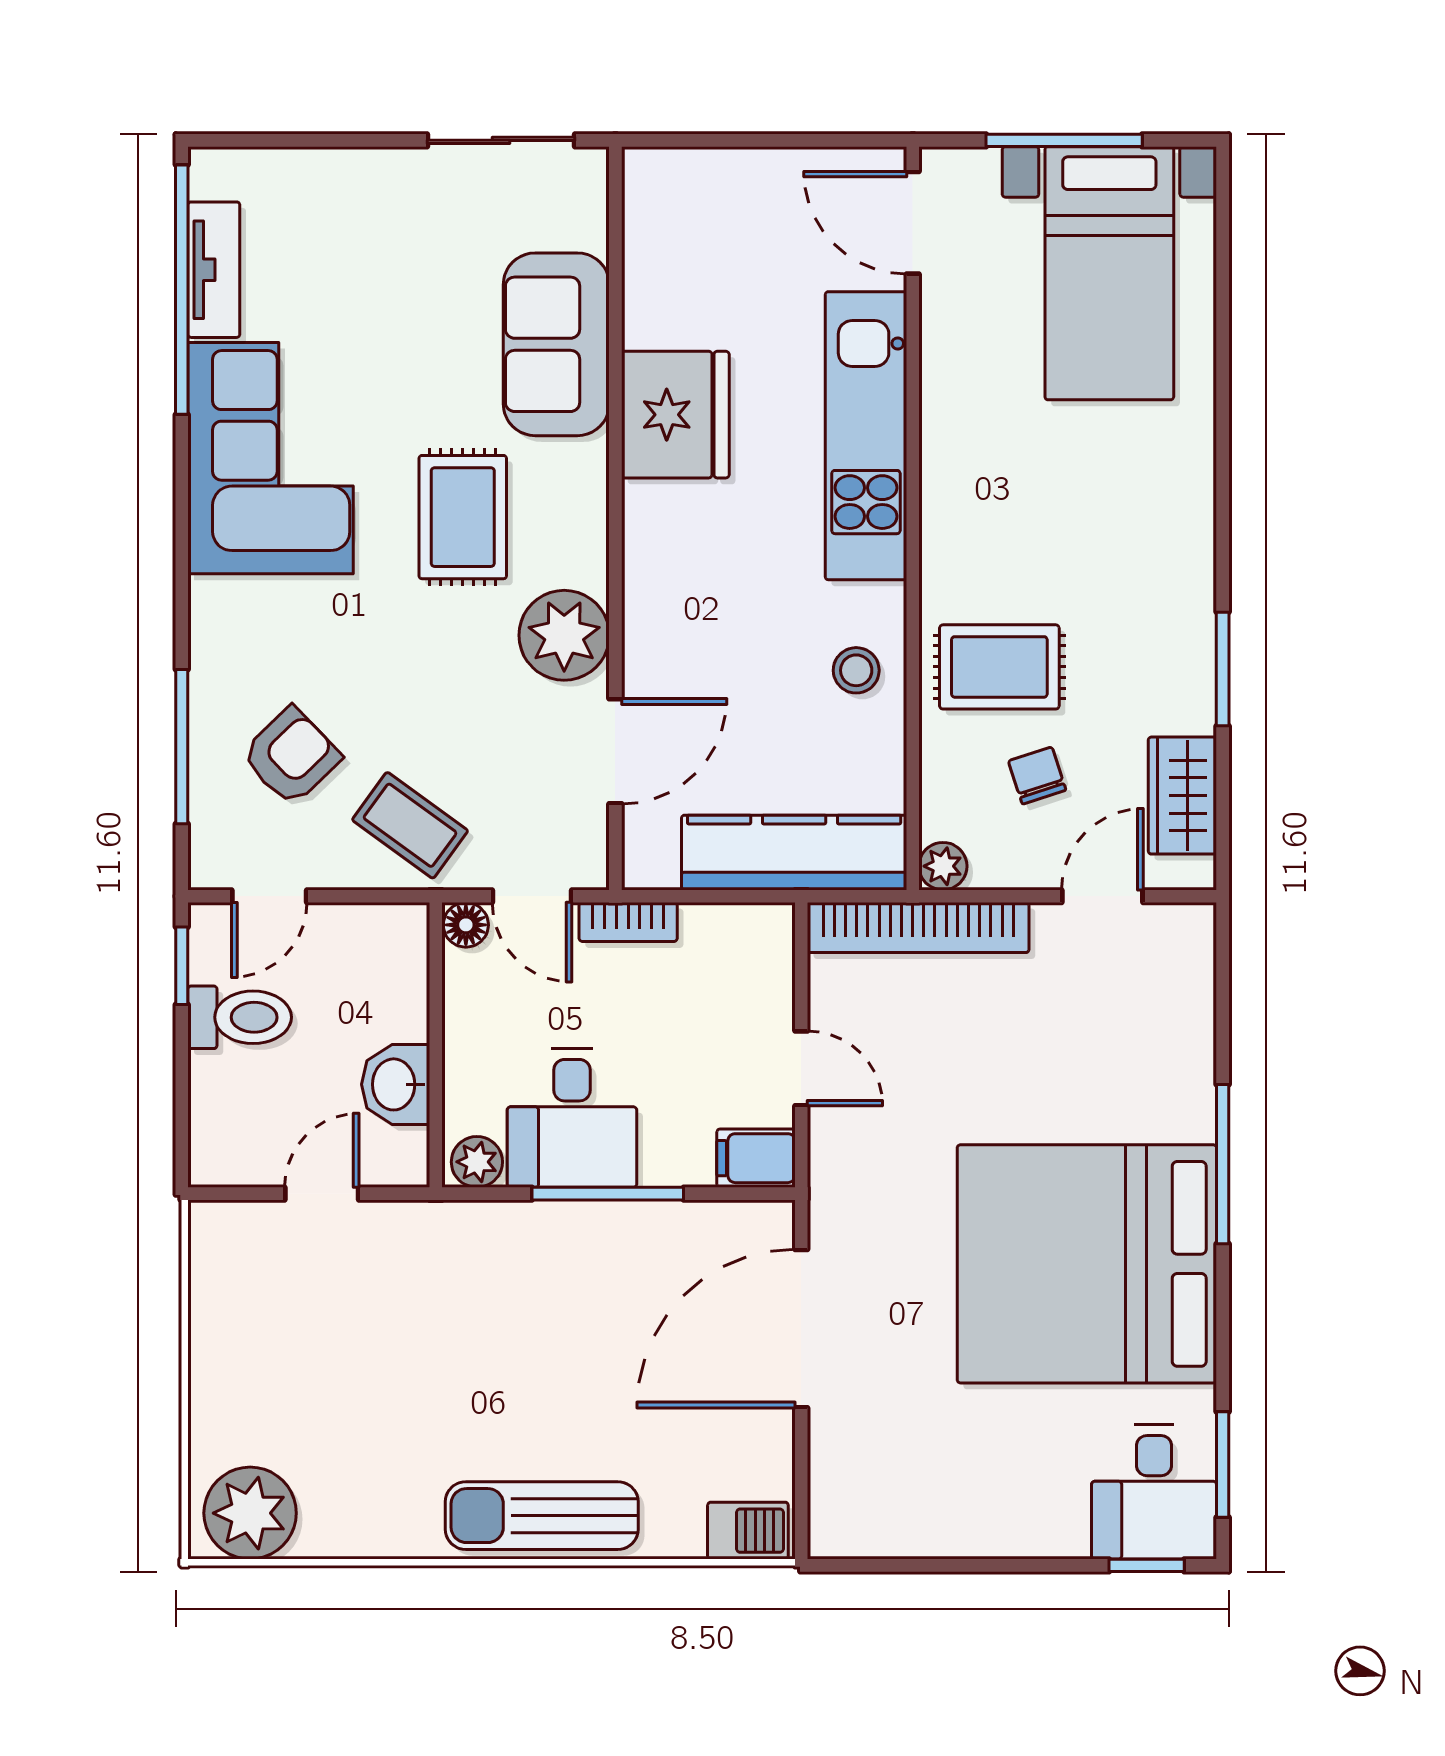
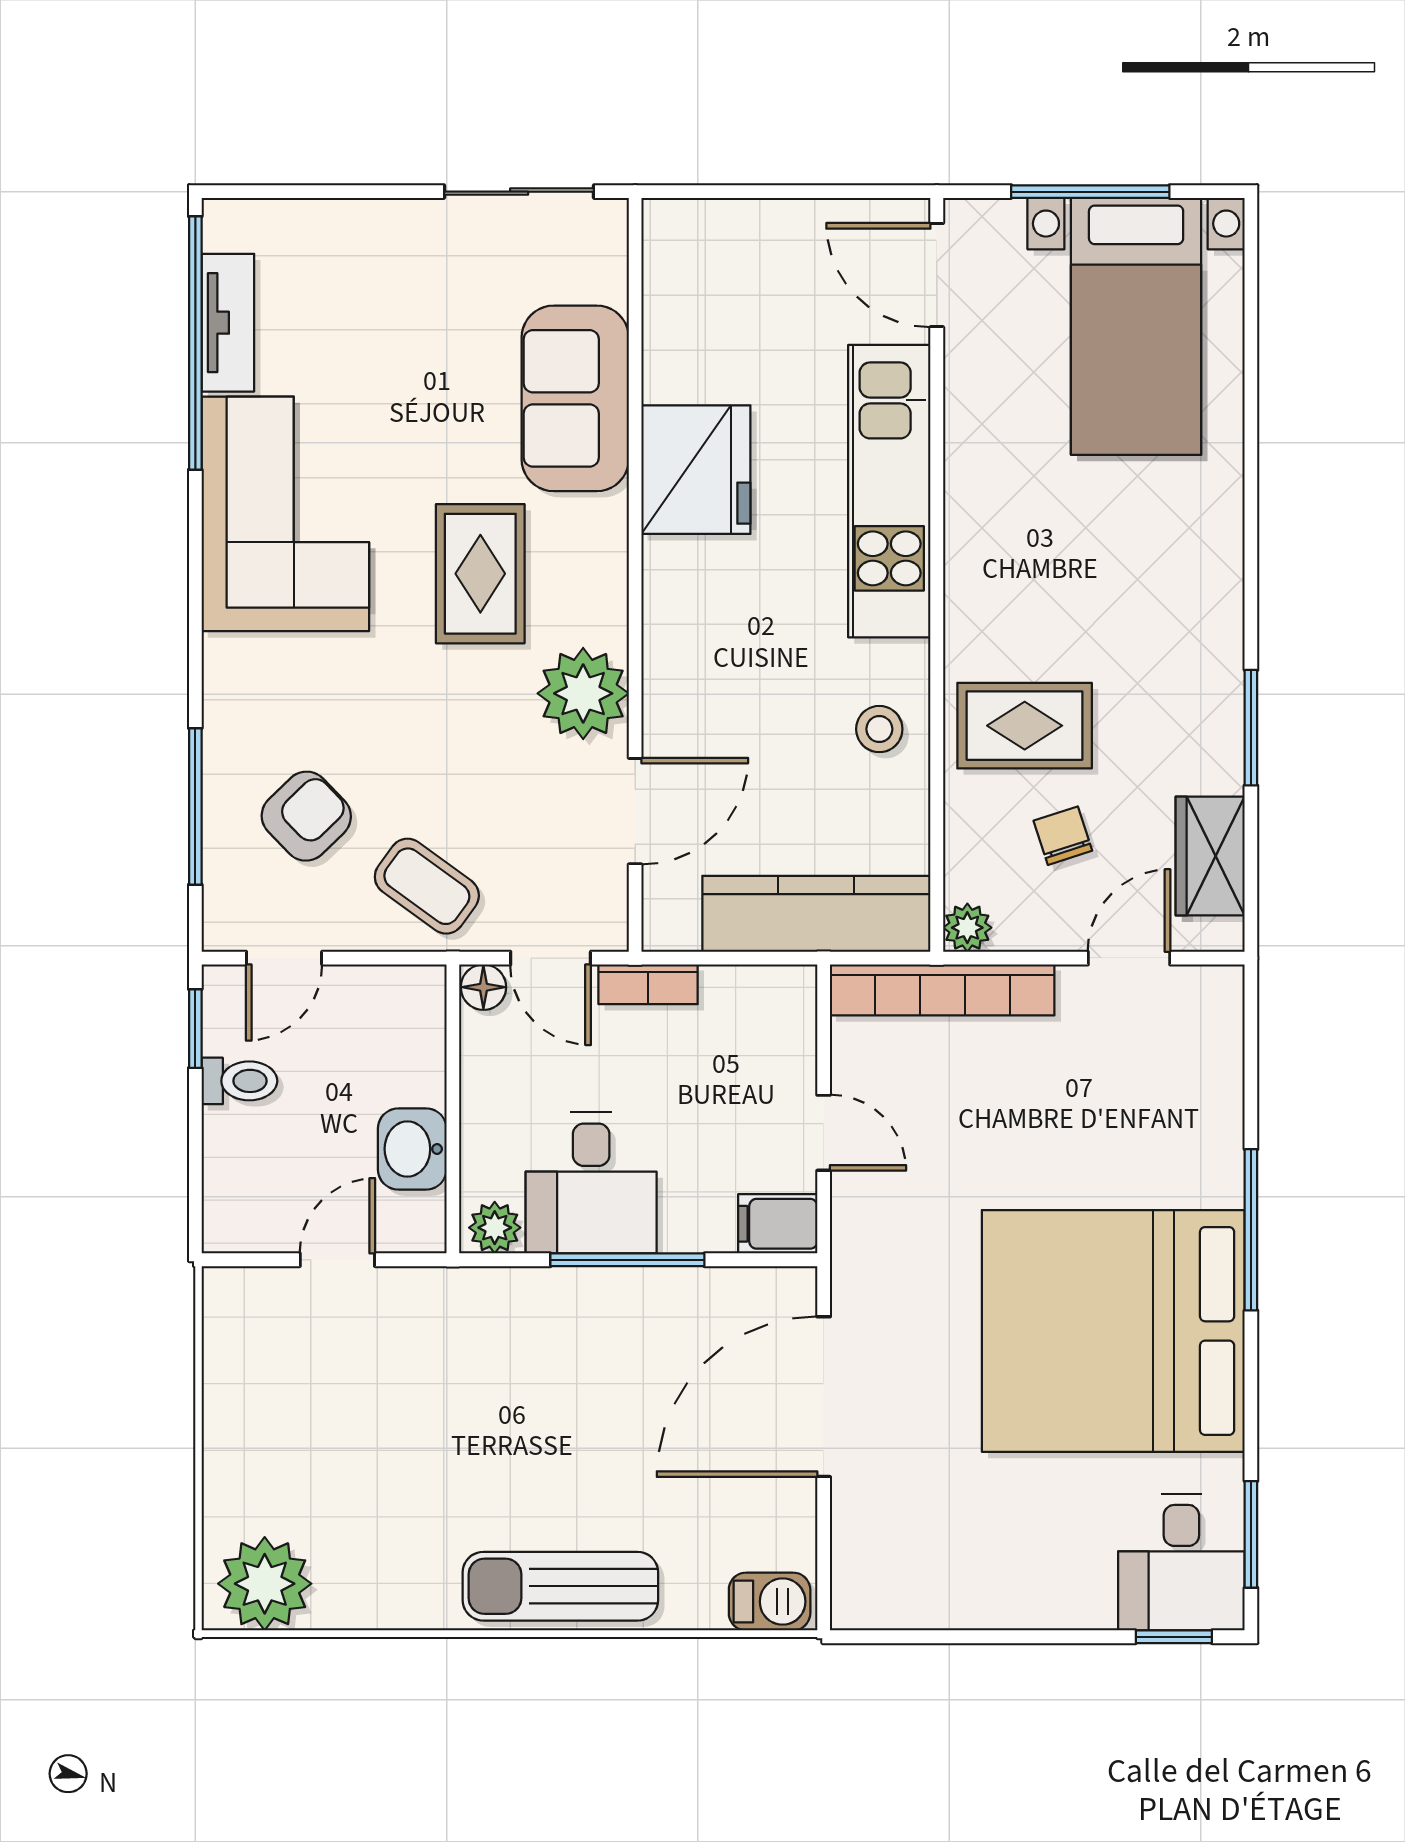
toilet: (240, 1017) -> (239, 1081), width x0.73, depth x0.72

